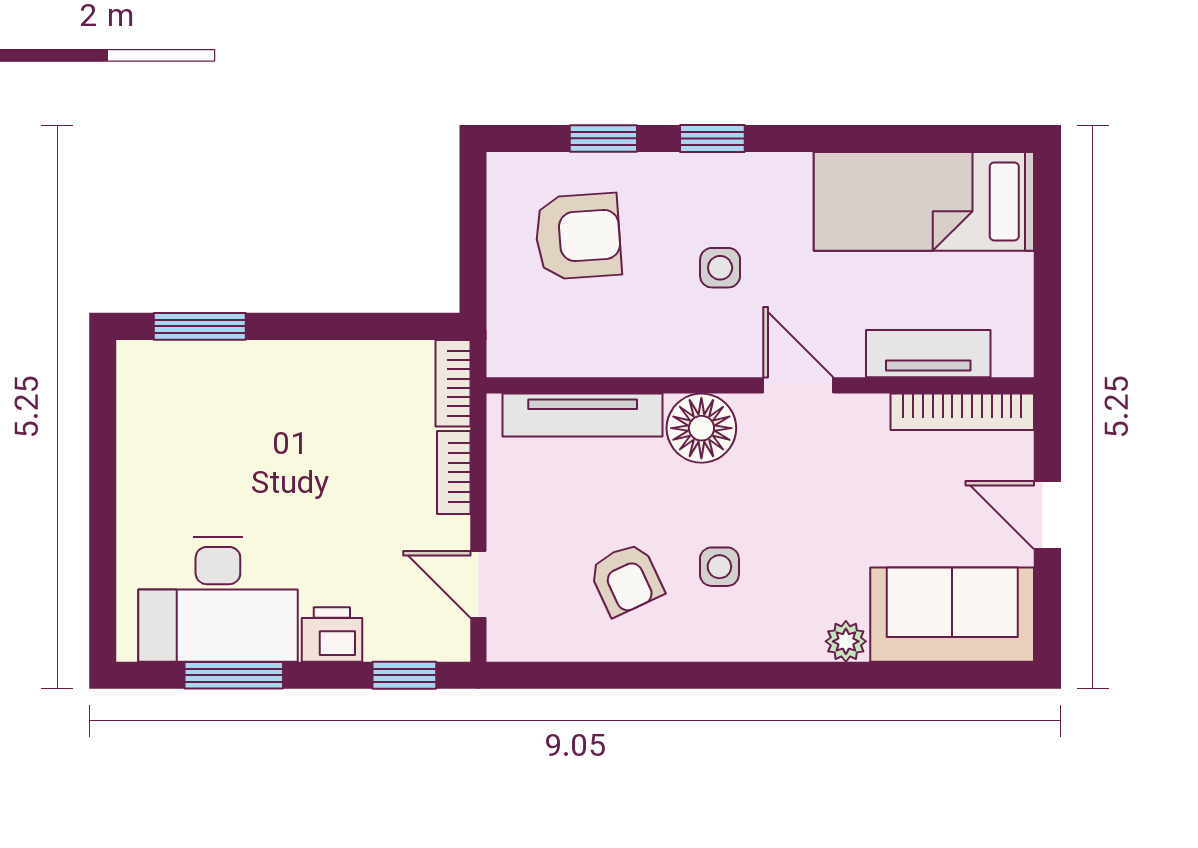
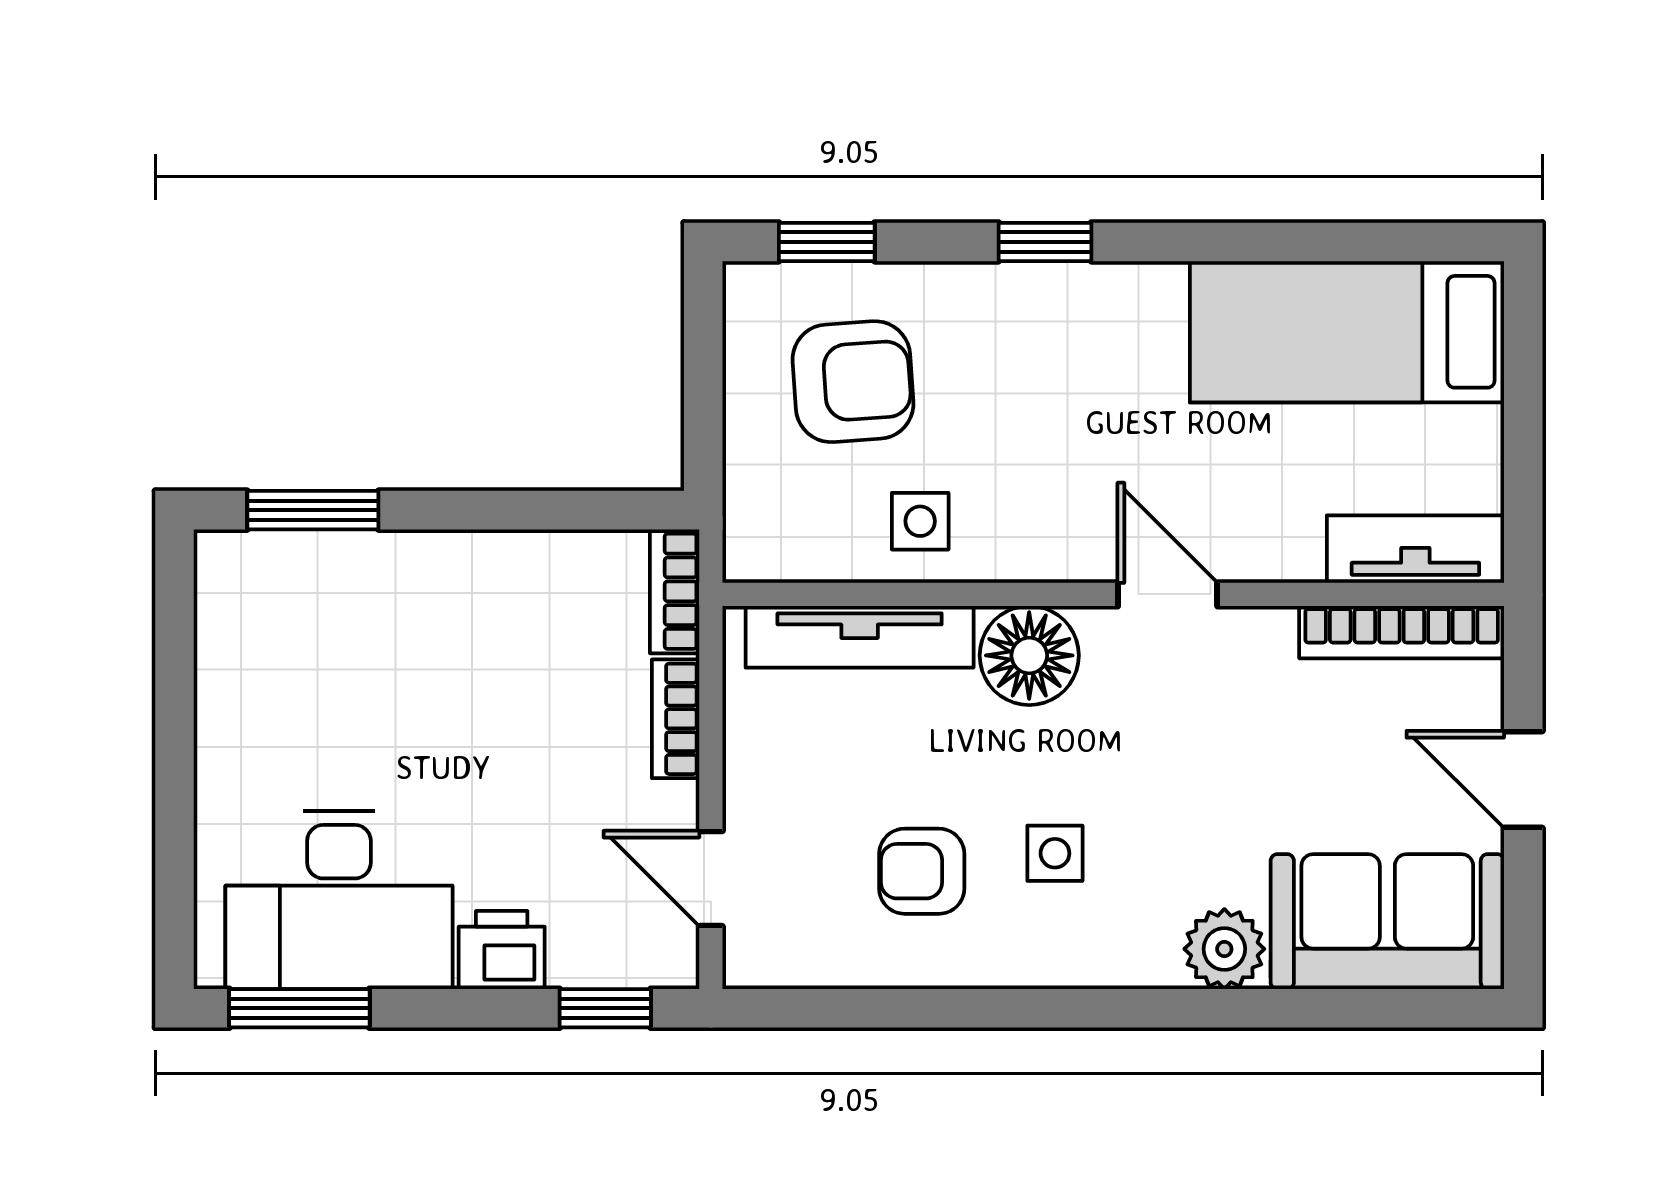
window: (603, 138) -> (827, 242), moved
side table: (720, 268) -> (920, 521), moved
tv unit: (928, 354) -> (1415, 549), moved
armchair: (626, 579) -> (922, 871), turned 115
plant: (846, 641) -> (1224, 949), width x1.38, depth x1.38
window: (234, 675) -> (299, 1008), moved

